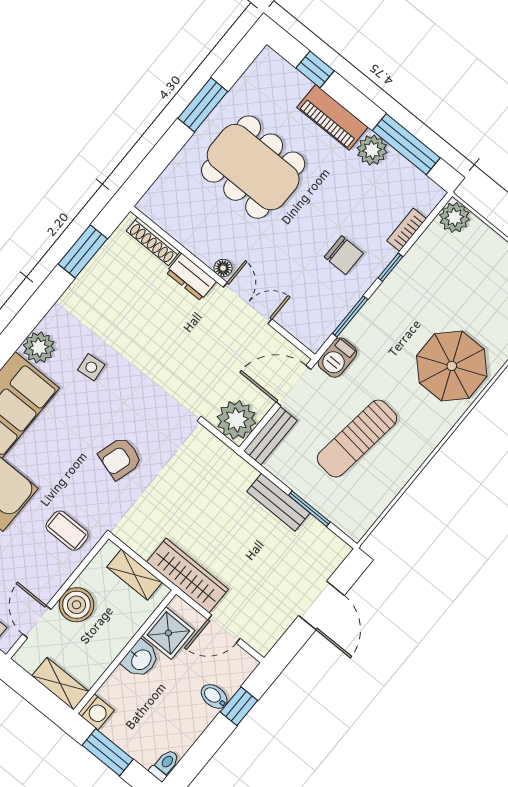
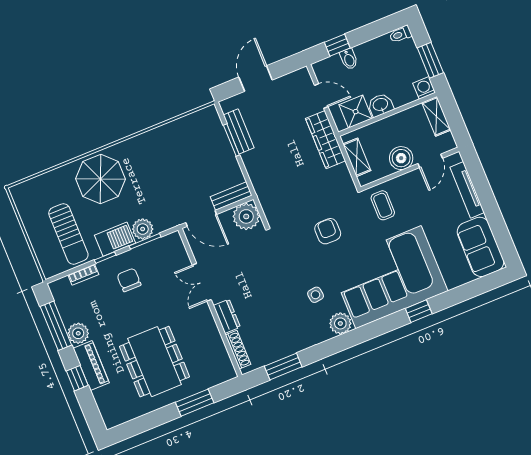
window: (315, 69) -> (77, 378), moved
window: (203, 105) -> (195, 403), moved
plant: (454, 217) -> (143, 229), moved
floor lamp: (223, 268) -> (205, 311), removed
barbecue: (337, 358) -> (115, 239), moved, width x1.38, depth x1.27
sun lounger: (357, 439) -> (68, 234), moved, turned 83
armchair: (120, 458) -> (328, 231), turned -107
bench: (278, 502) -> (239, 131), moved

